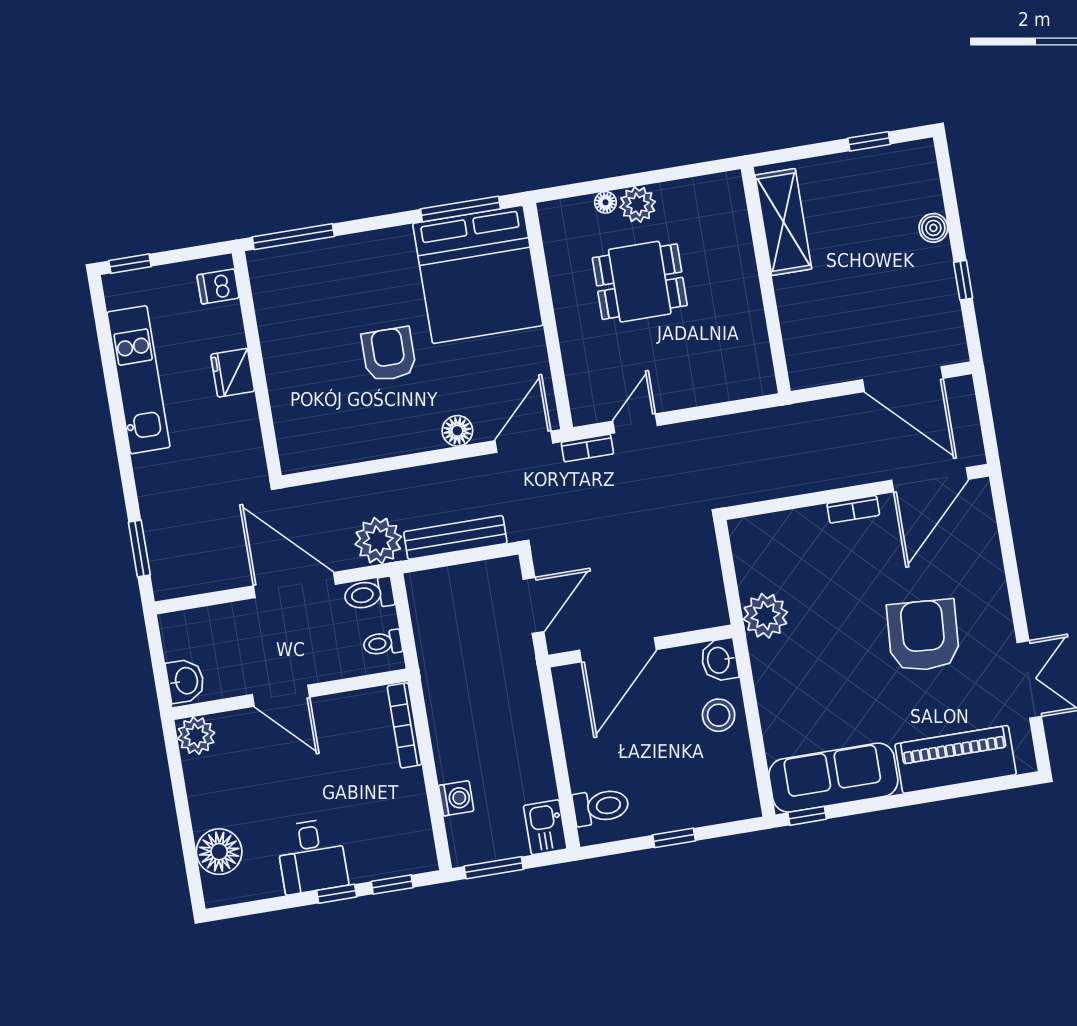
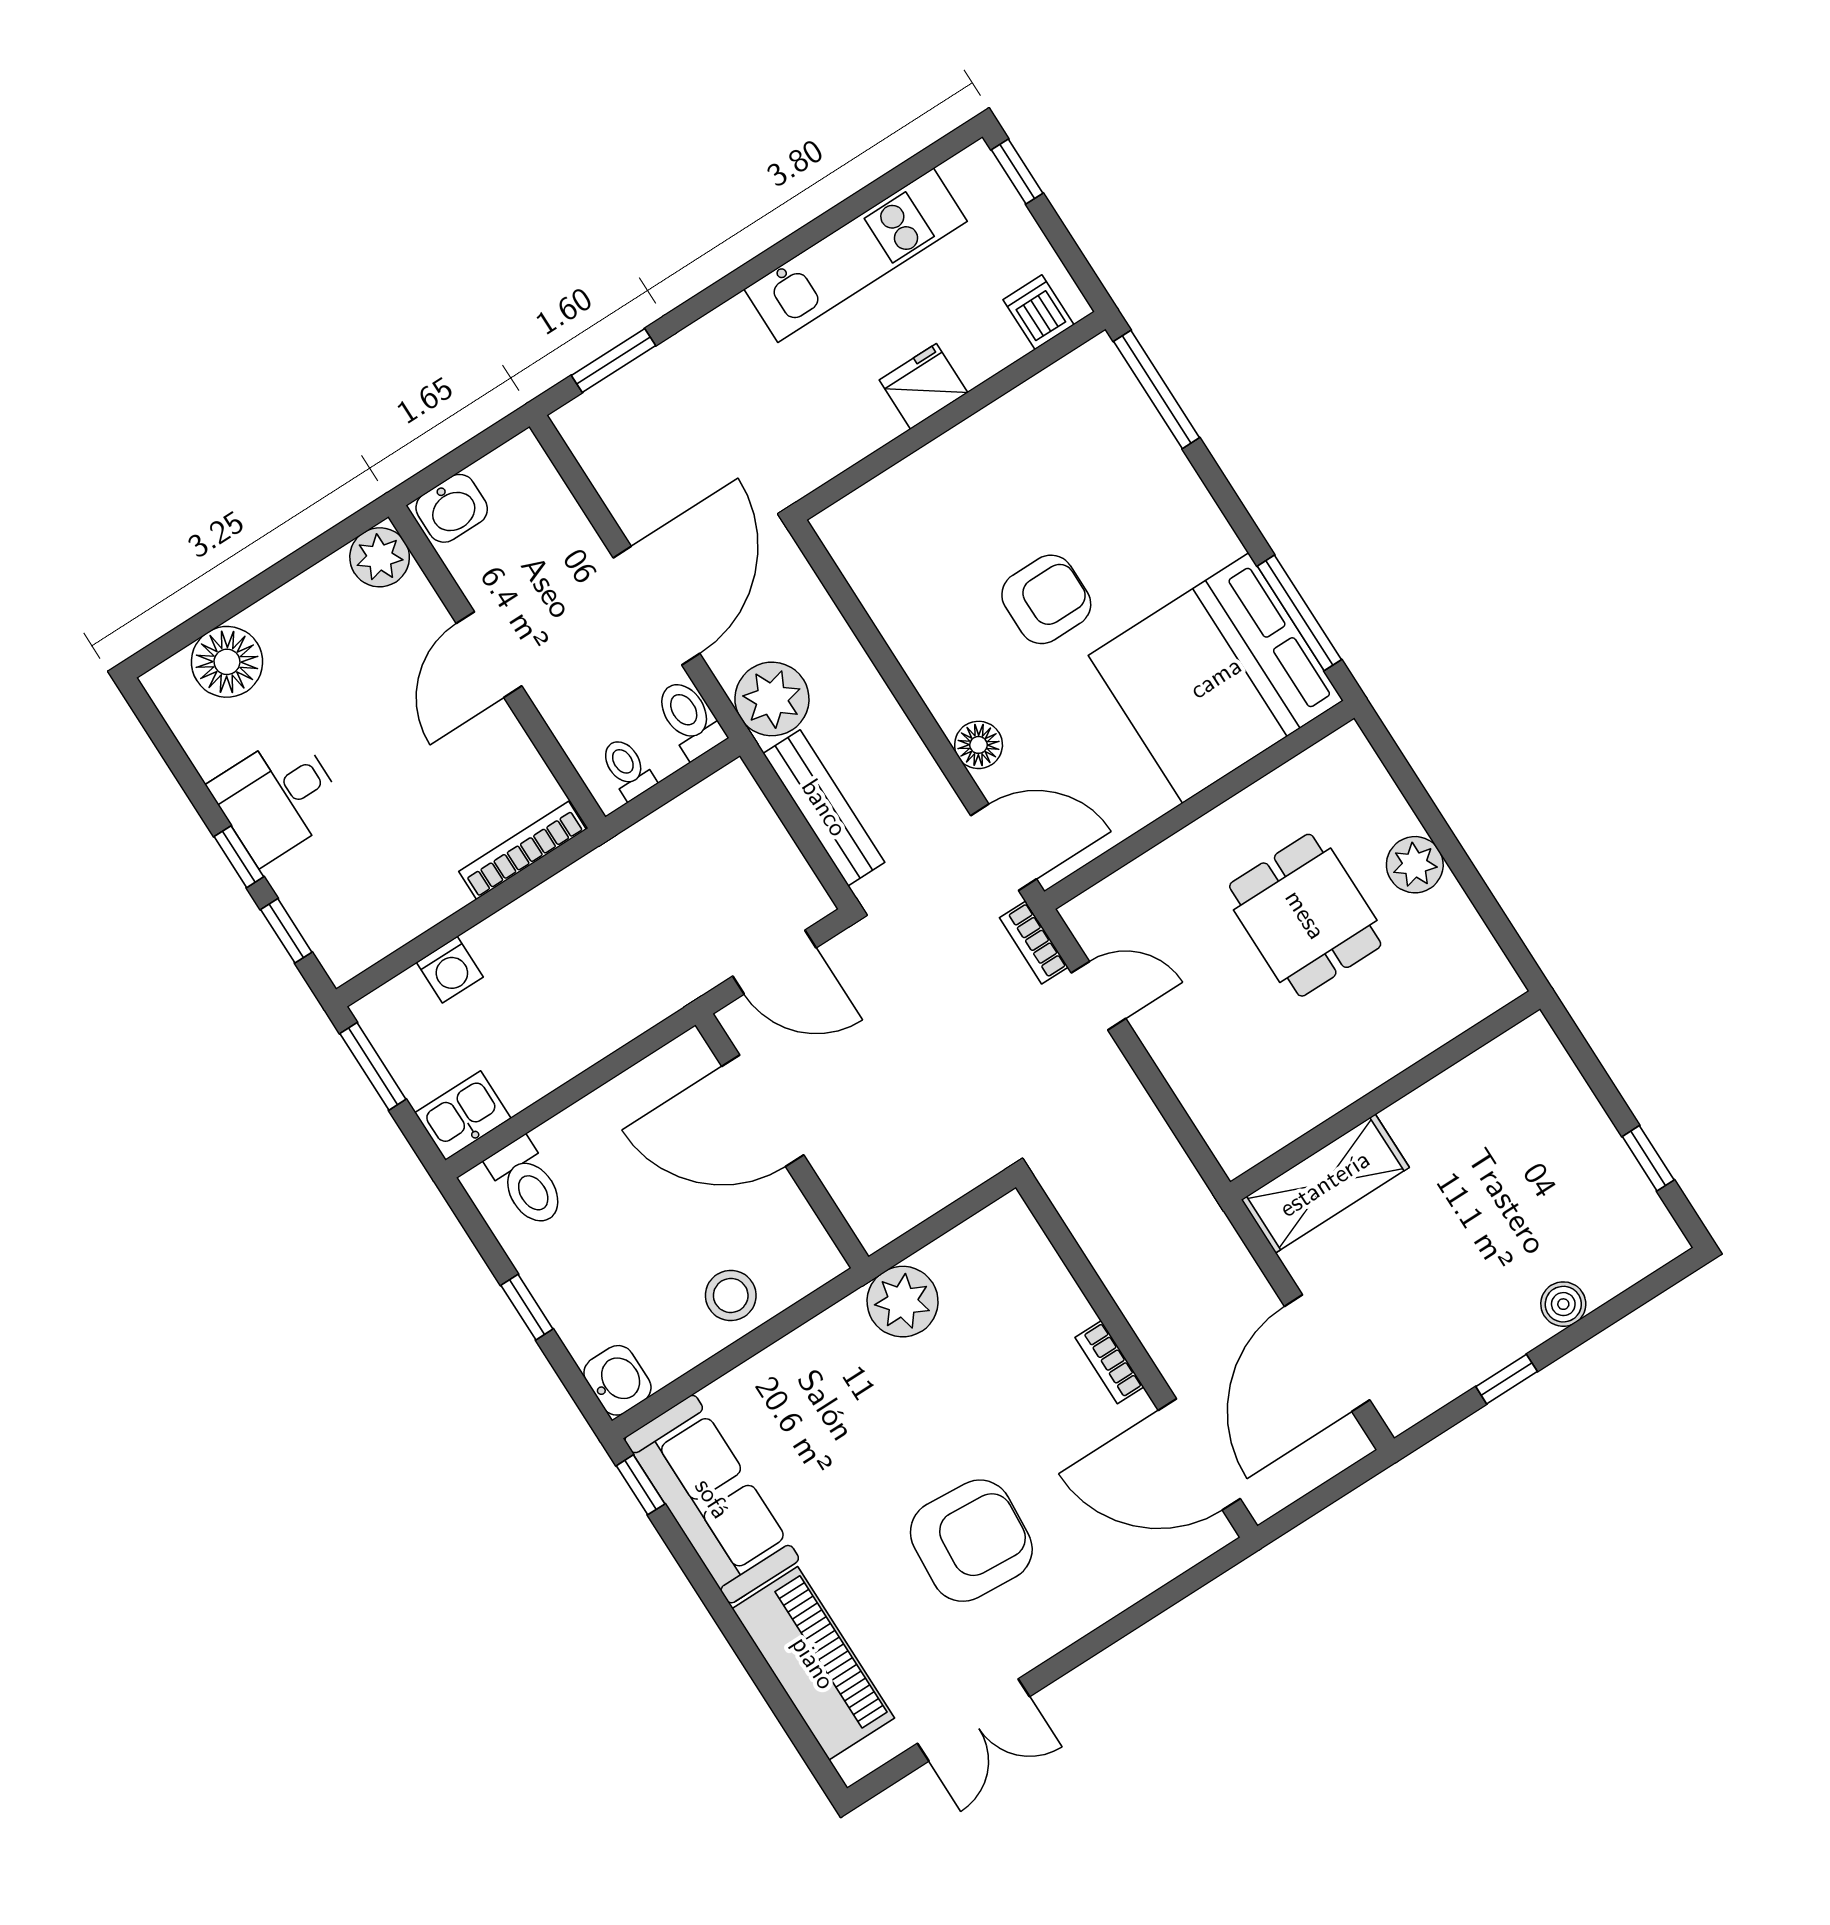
floor lamp: (605, 202) -> (1398, 817), removed
shelving: (783, 222) -> (1325, 1184), moved
washbasin: (719, 660) -> (617, 1380), moved, turned 90

